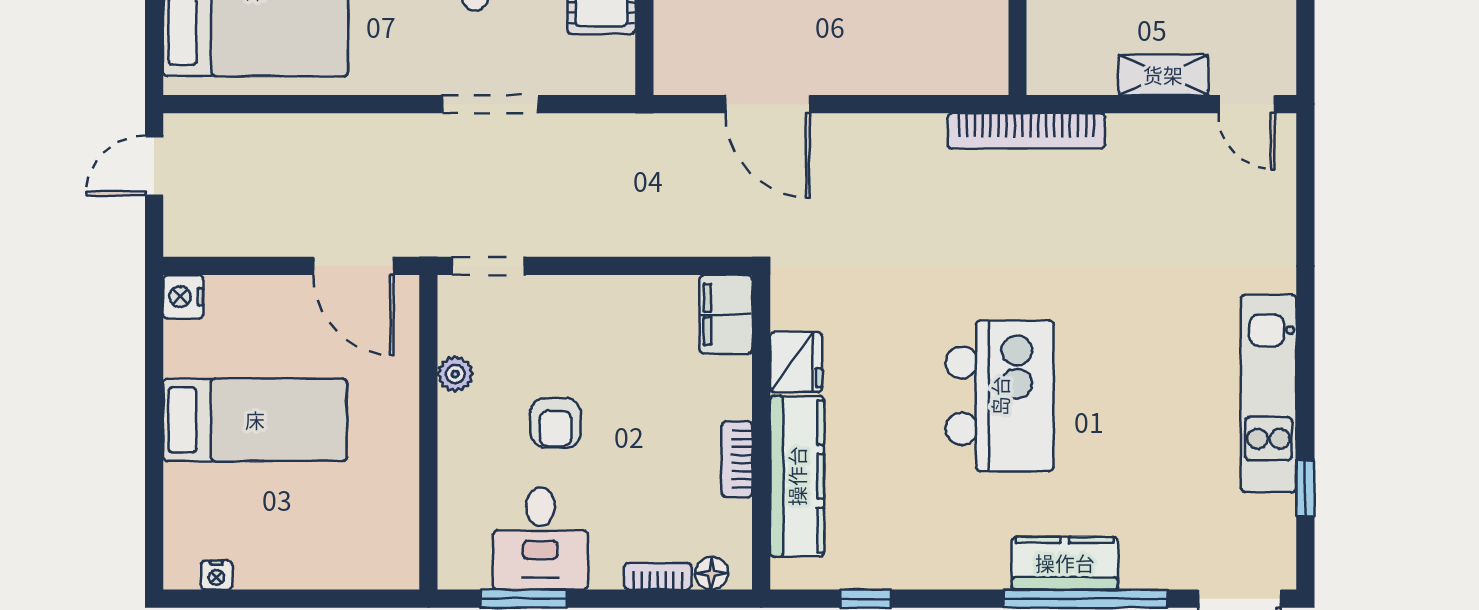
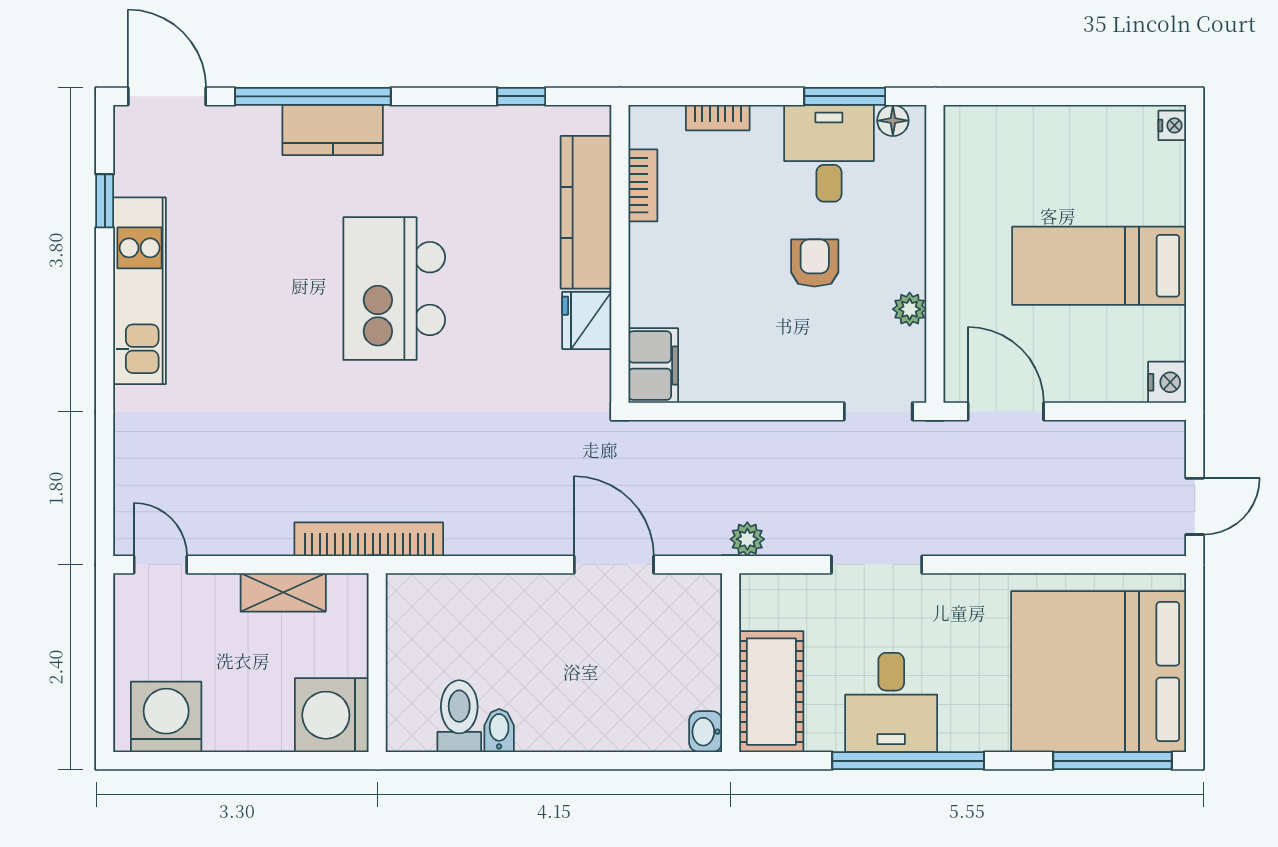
shelving: (1163, 75) -> (283, 592), moved
plant: (627, 131) -> (747, 539), added
bookcase: (737, 459) -> (643, 185), moved
floor lamp: (712, 573) -> (893, 121), moved
nightstand: (217, 575) -> (1172, 125), moved, turned 90

